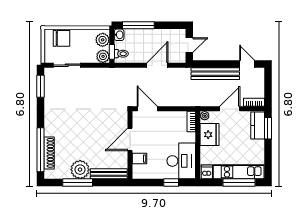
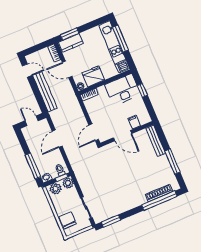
door: (247, 64) -> (27, 71), swing flipped
door: (157, 65) -> (57, 139), hinge flipped
plant: (80, 170) -> (162, 164), removed

